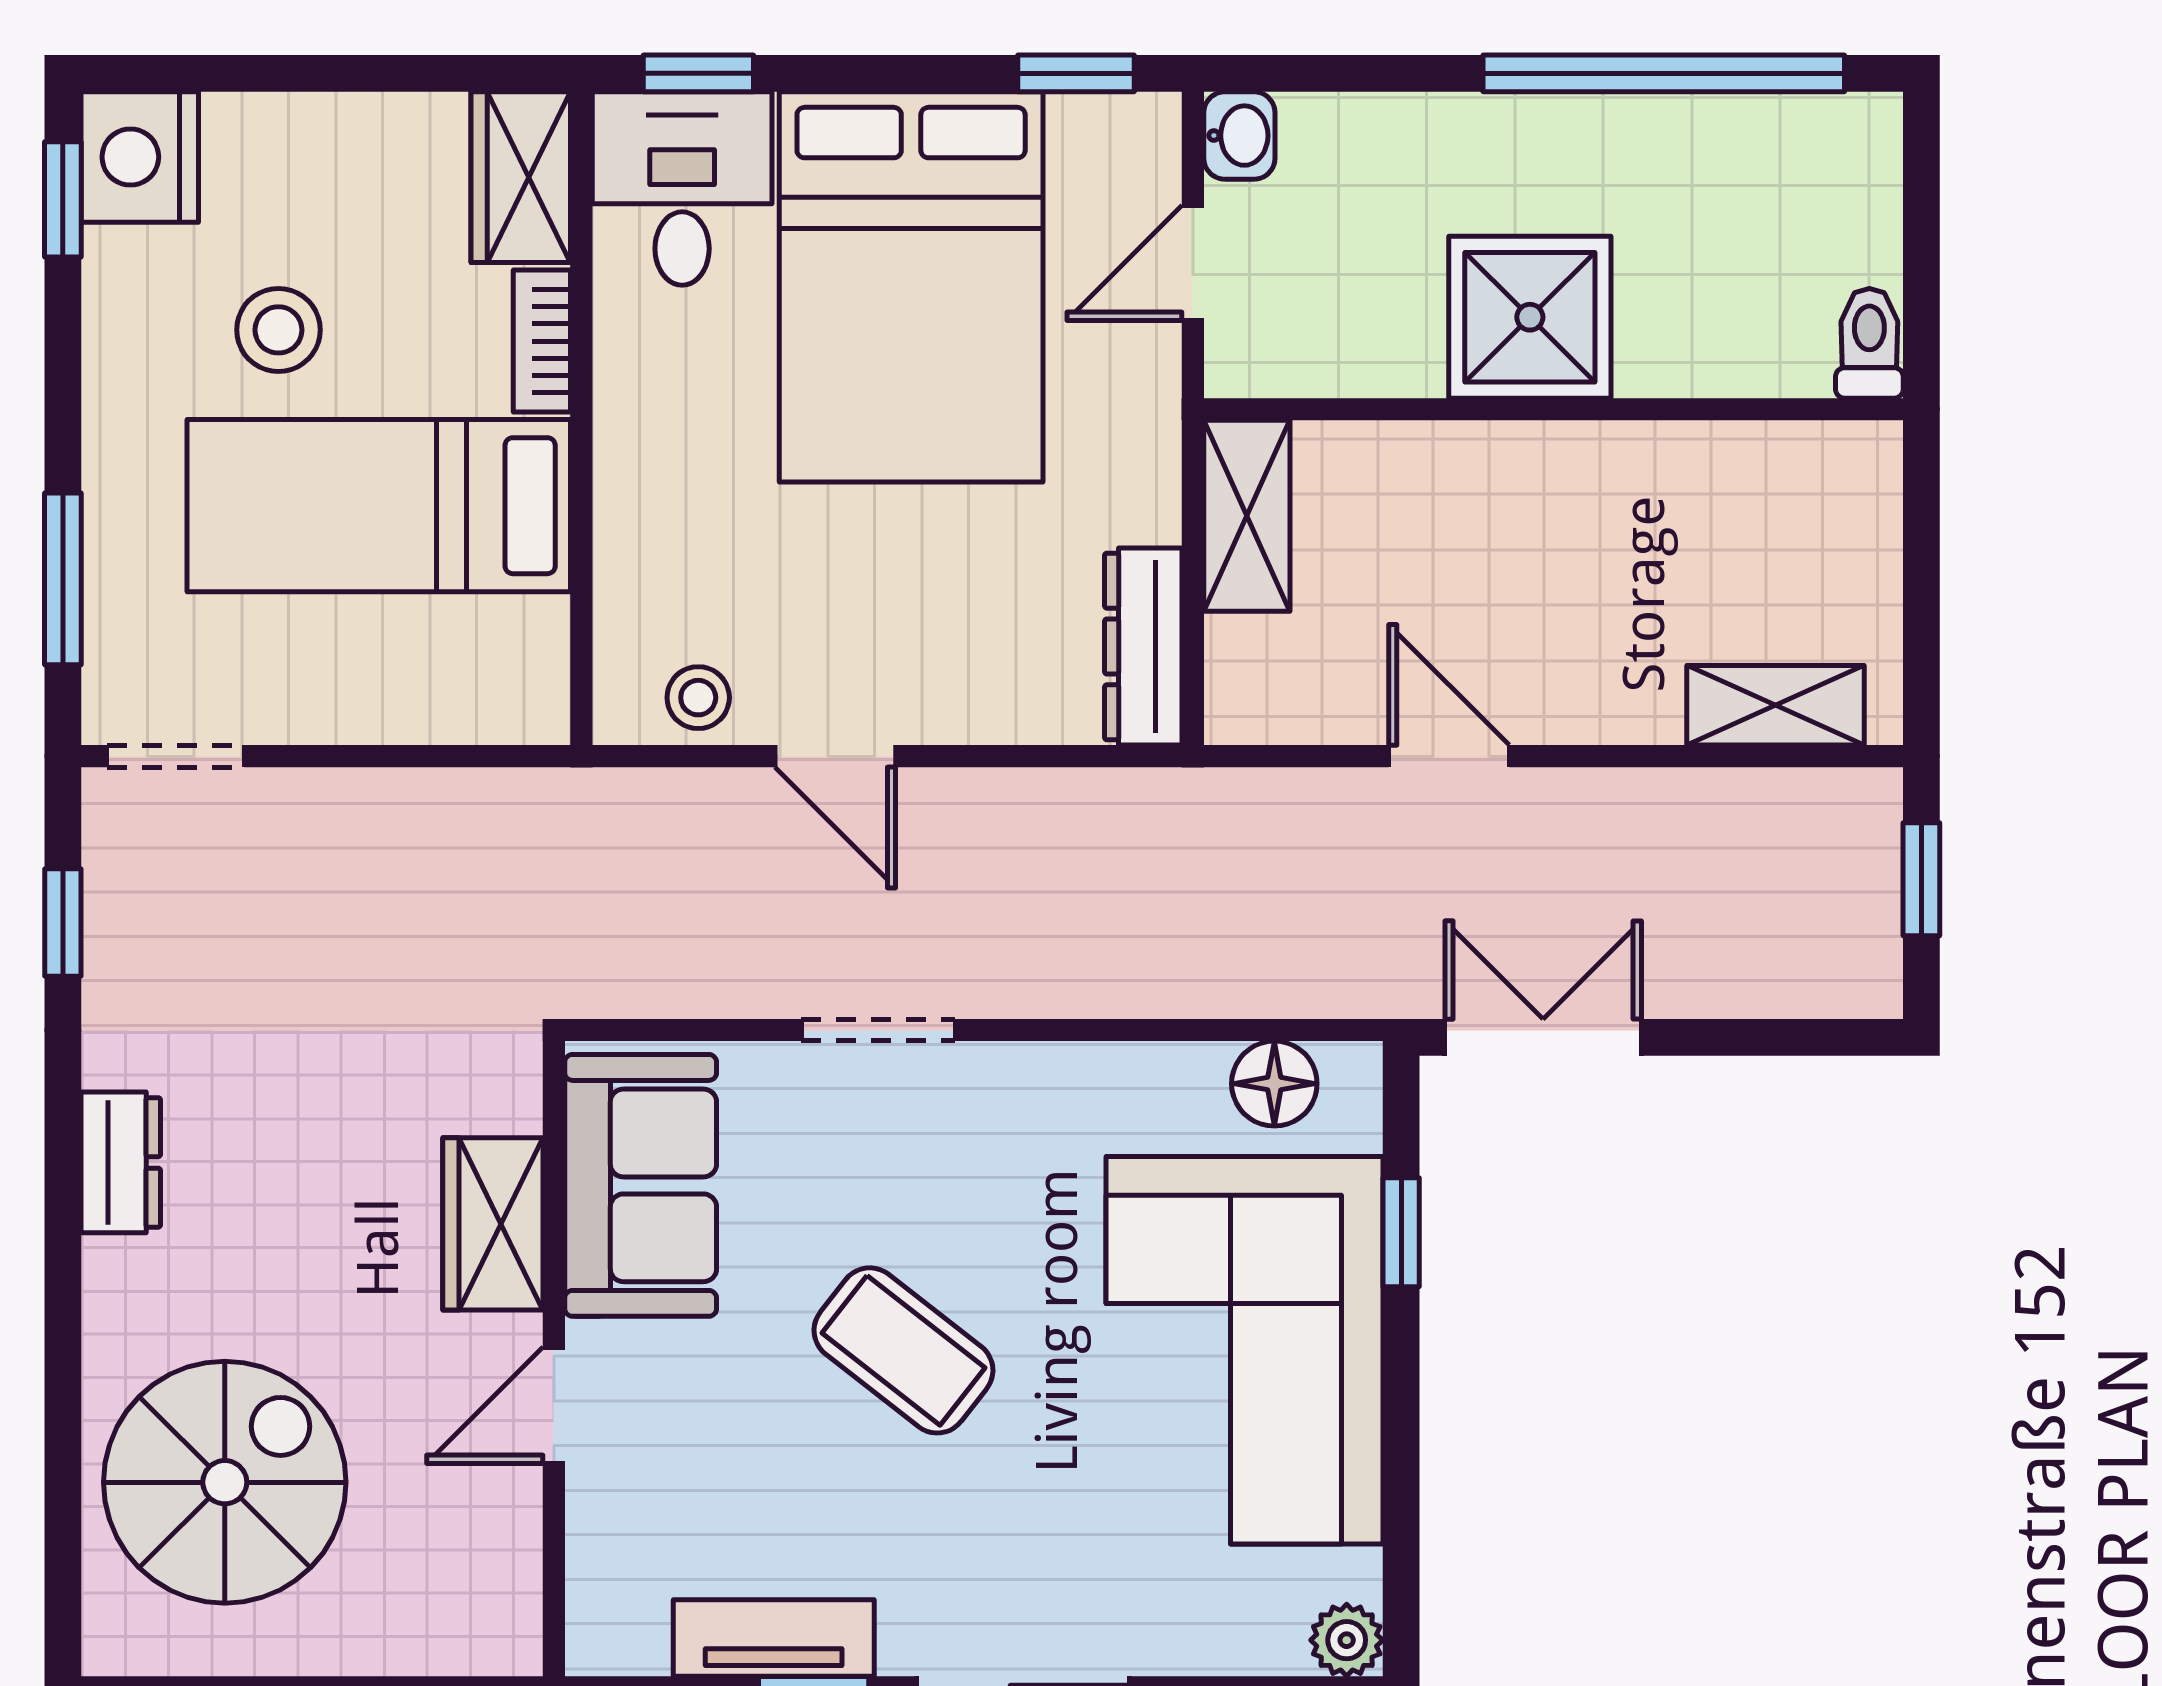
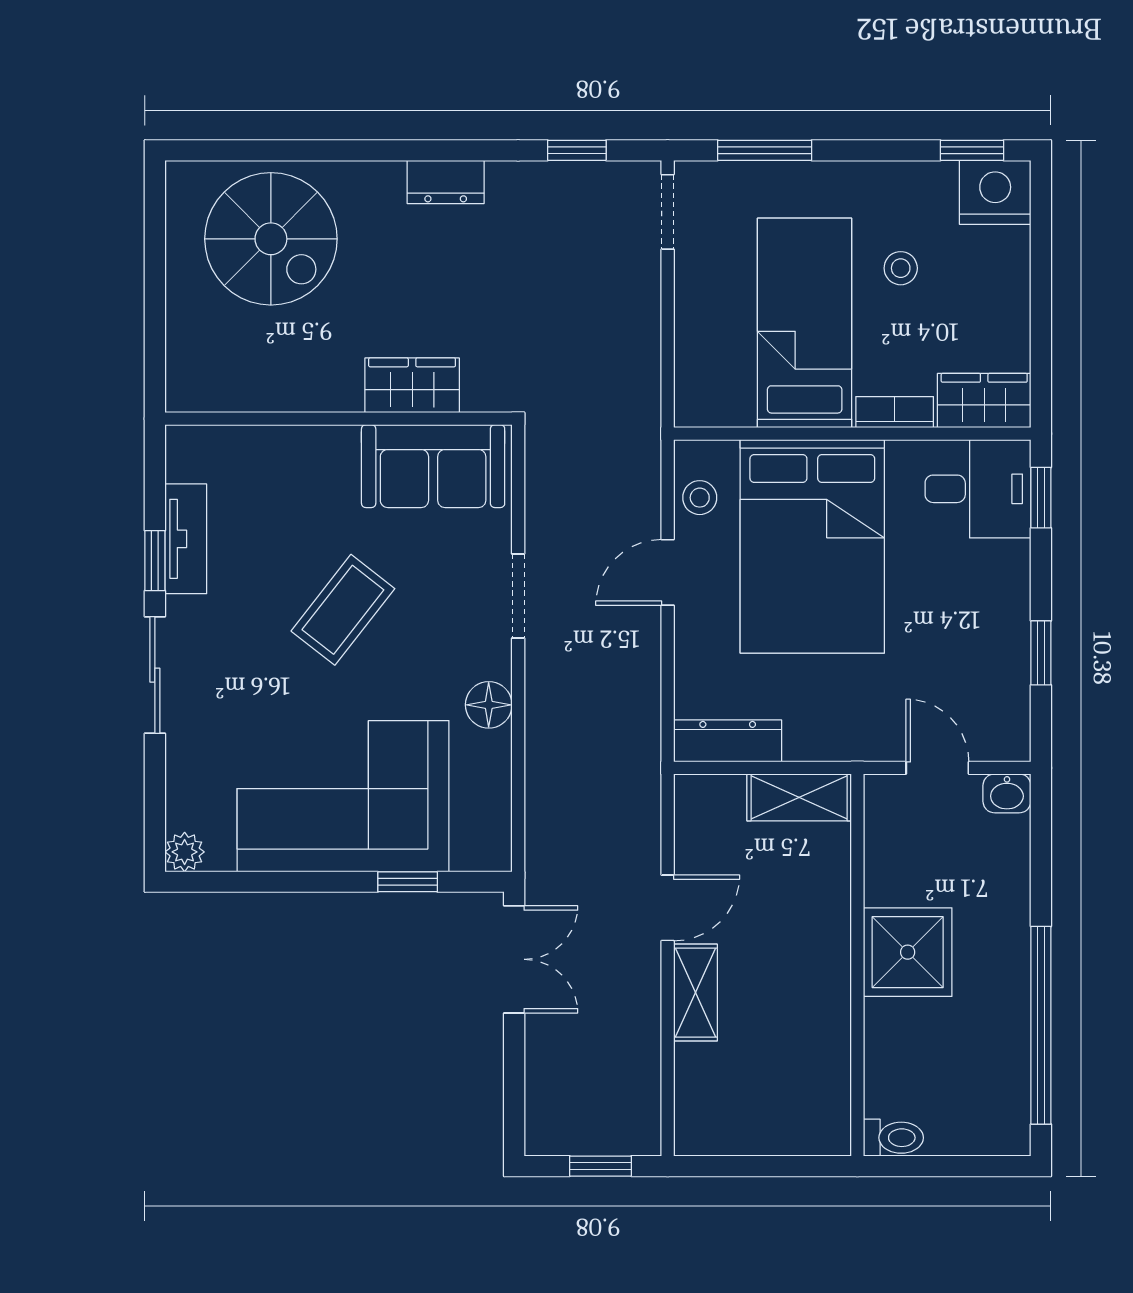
window: (1076, 73) -> (1041, 653), moved
bed: (911, 287) -> (812, 546), moved, turned -90
stool: (278, 330) -> (901, 268), width x0.73, depth x0.73
shelving: (1775, 705) -> (695, 993), moved
floor lamp: (1274, 1084) -> (489, 705), moved
door: (554, 1405) -> (313, 419), removed

